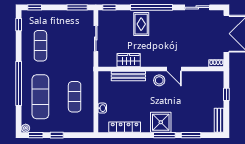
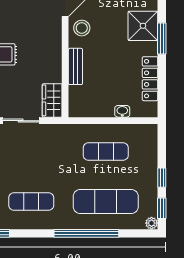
wardrobe: (129, 60) -> (52, 100), moved
bench: (128, 76) -> (75, 66), width x0.73
window: (164, 135) -> (162, 39), moved

